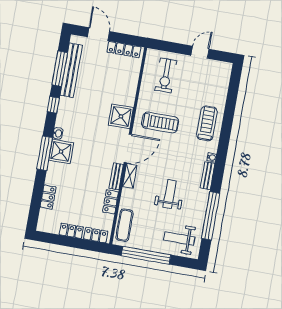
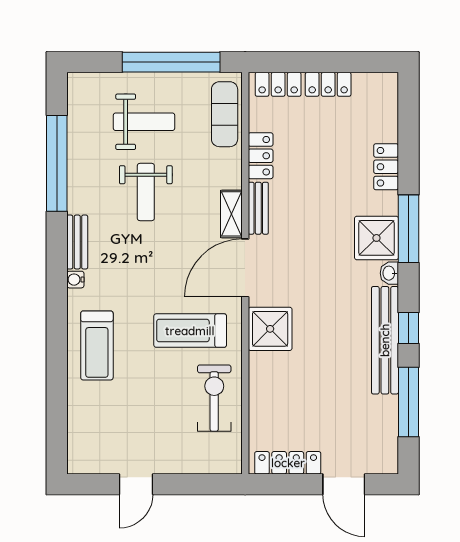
bench: (71, 70) -> (385, 340), moved
exercise bike: (166, 76) -> (214, 398), moved
locker: (48, 197) -> (386, 167), moved
weight bench: (179, 239) -> (144, 122), moved

